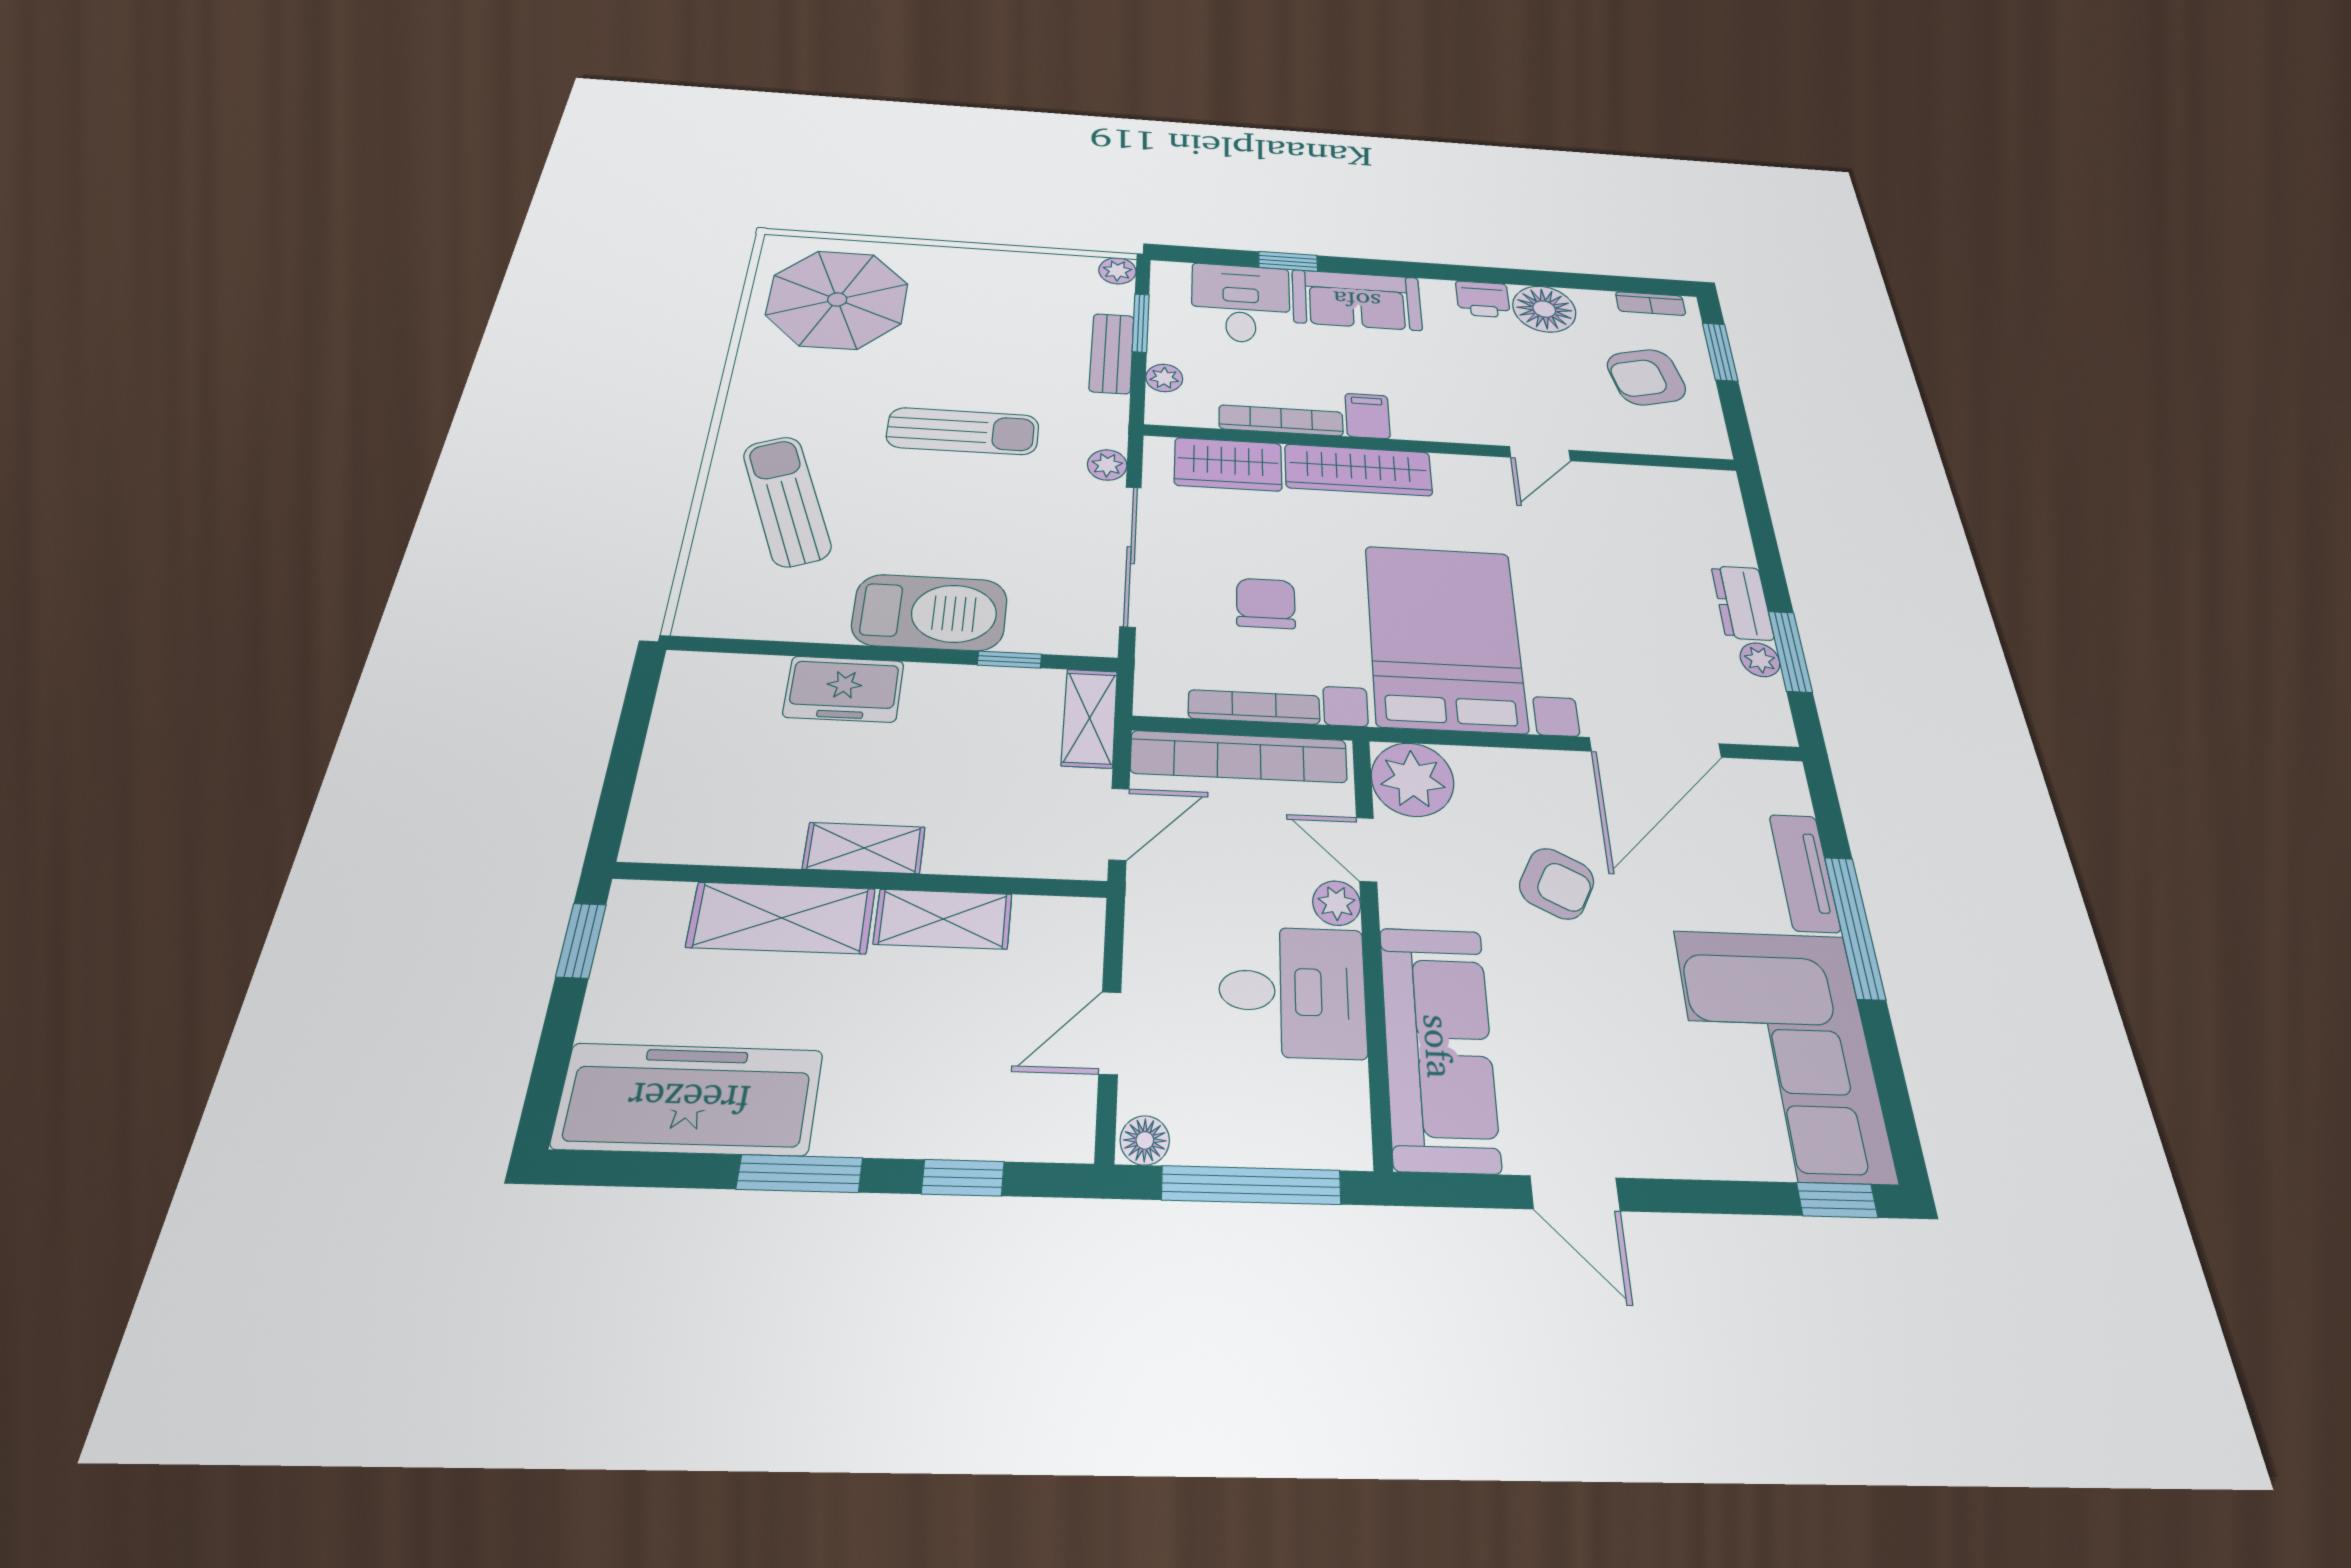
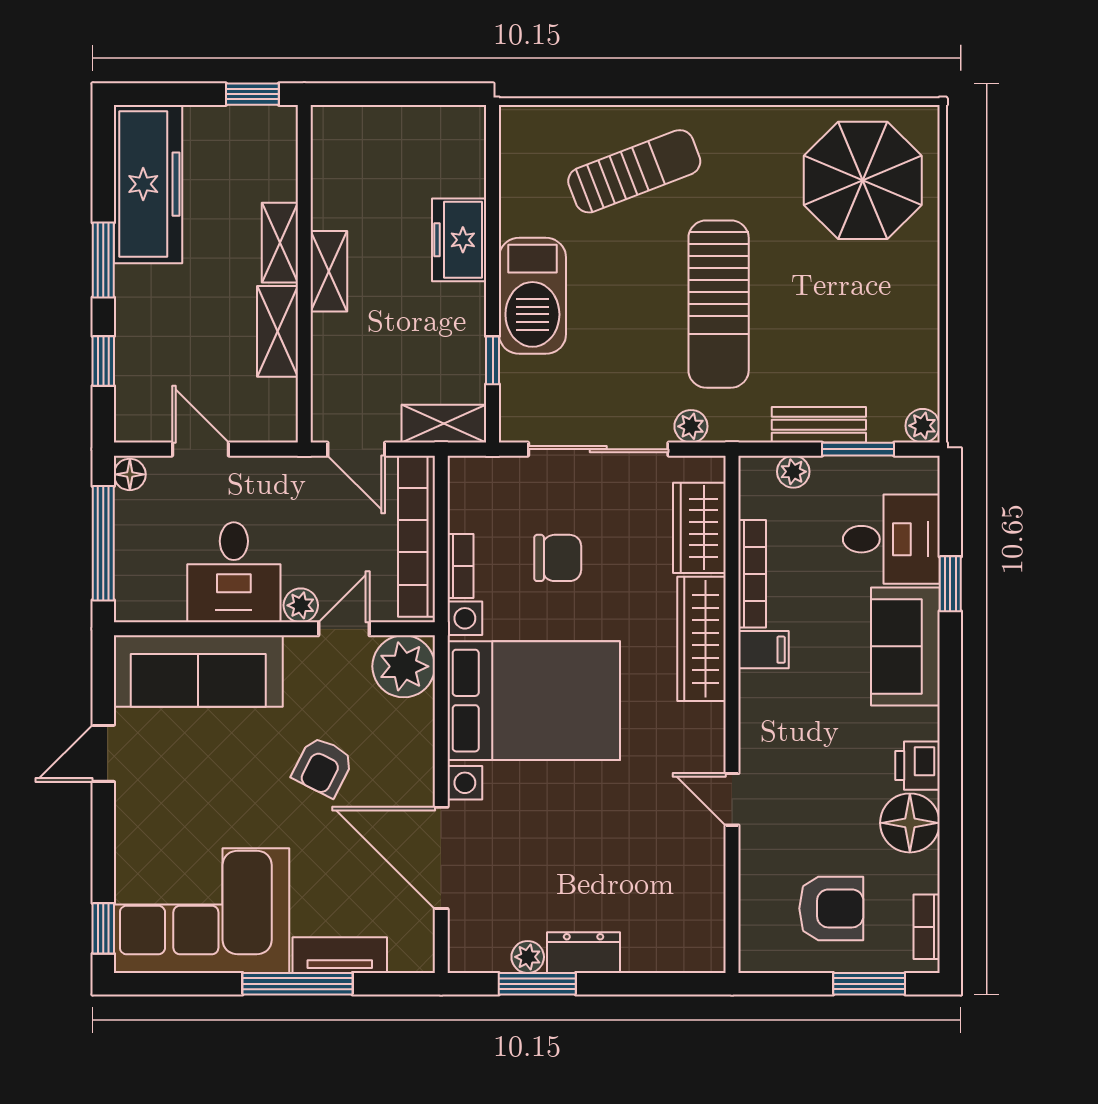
armchair: (1646, 377) -> (831, 908), turned 104
sun lounger: (963, 431) -> (719, 304), width x1.36, depth x1.34
bookcase: (1254, 707) -> (460, 566), width x0.64
shelving: (782, 918) -> (280, 243), width x0.67, depth x0.75

